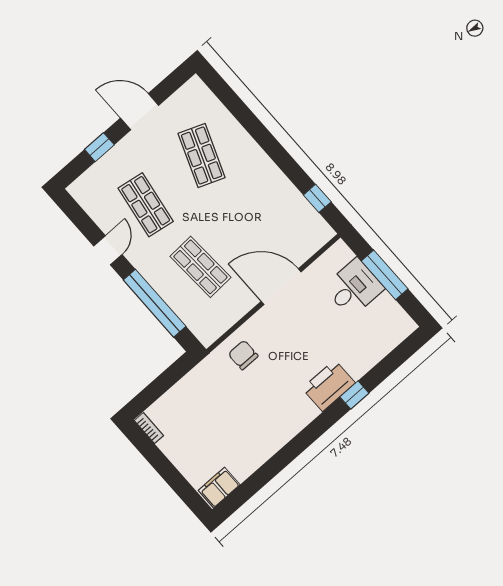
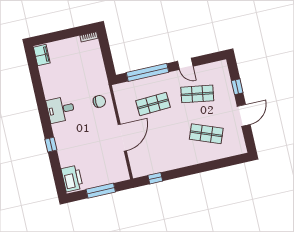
desk: (354, 288) -> (61, 109), moved, turned 90
printer: (329, 386) -> (72, 179), moved

